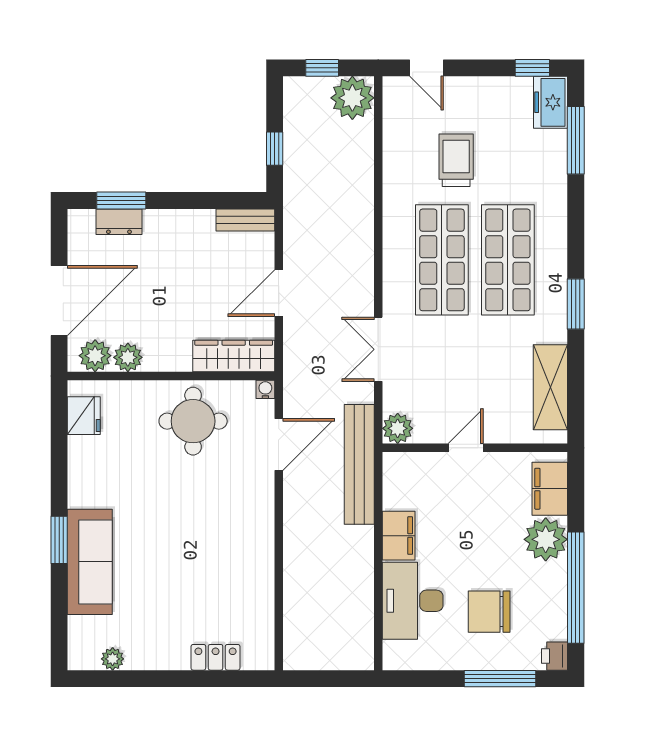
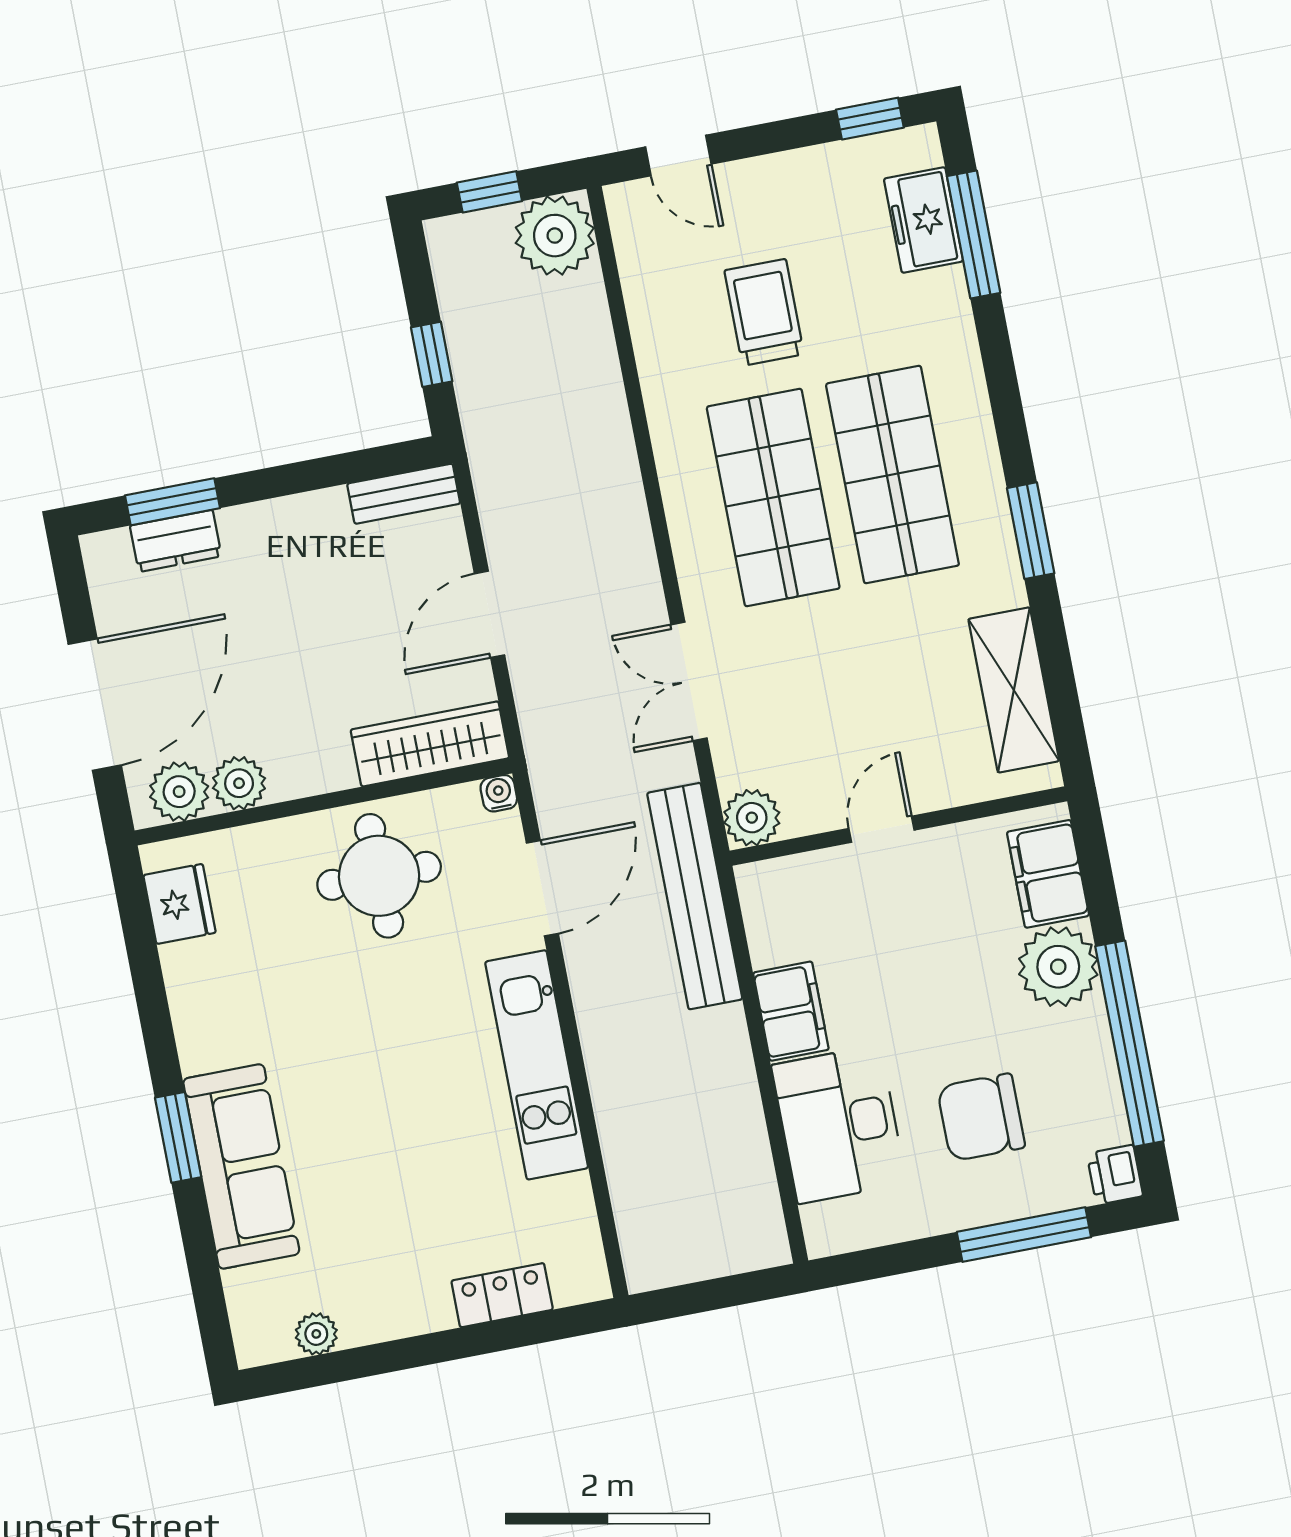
freezer: (551, 102) -> (923, 220), moved
kitchen unit: (258, 538) -> (537, 1065), added

